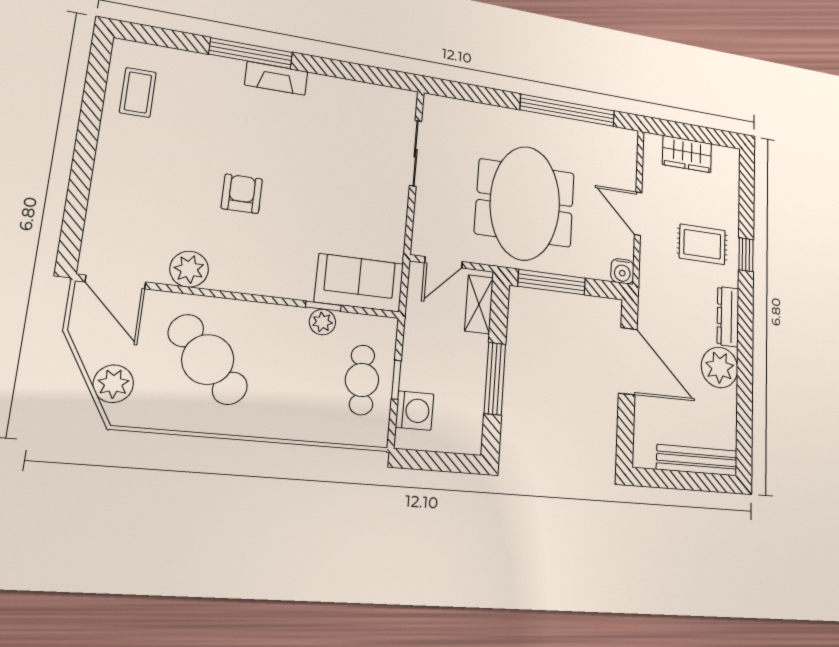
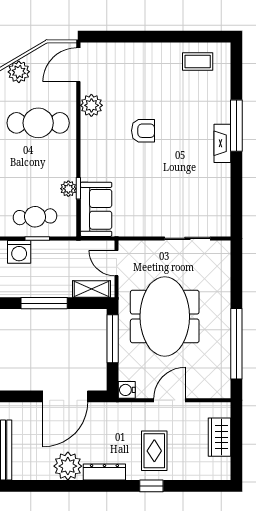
meeting table: (525, 203) -> (165, 317), turned 90
cafe table: (208, 359) -> (38, 123), turned 43

